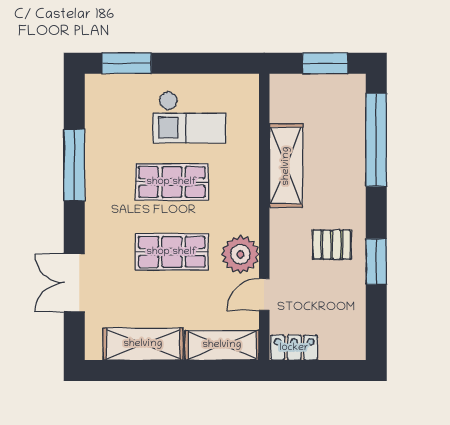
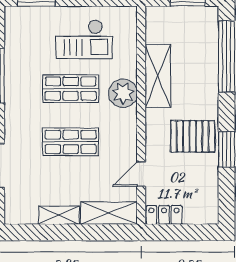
pallet: (332, 245) -> (193, 136), width x1.50, depth x1.42
plant: (240, 254) -> (123, 93), moved
shelving: (143, 344) -> (59, 215), width x0.67, depth x0.75

